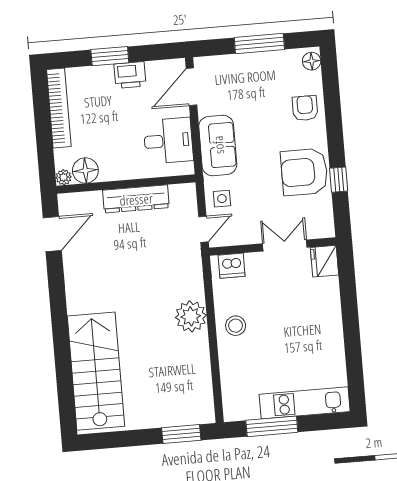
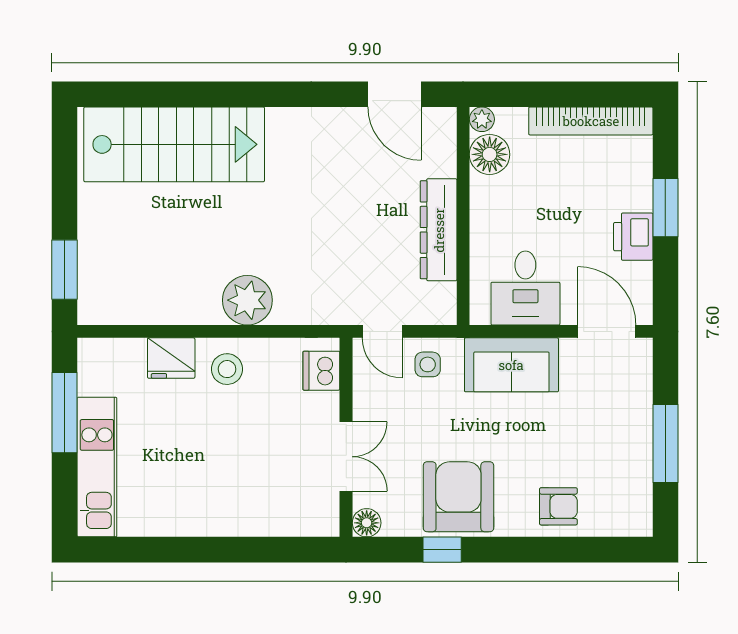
floor lamp: (312, 61) -> (367, 523), moved
fridge: (324, 261) -> (171, 358), moved, turned 180

